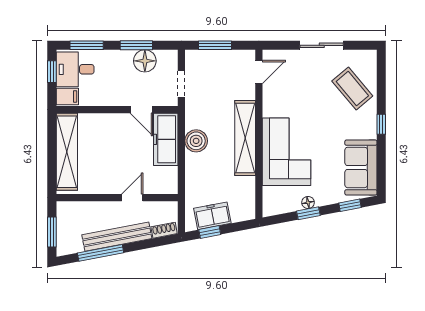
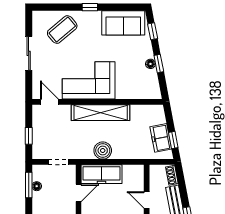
window: (136, 45) -> (29, 185), moved
window: (215, 45) -> (29, 136), width x0.67
floor lamp: (145, 61) -> (37, 186), width x0.53, depth x0.53
corner sofa: (287, 152) -> (89, 80), moved

